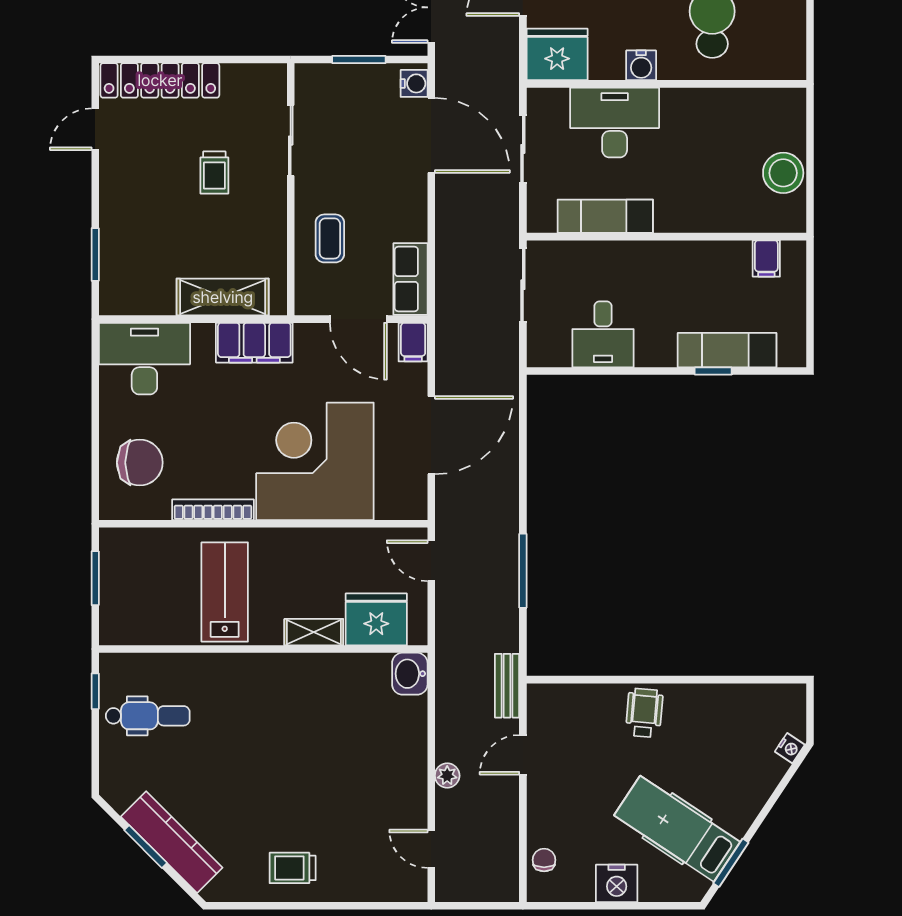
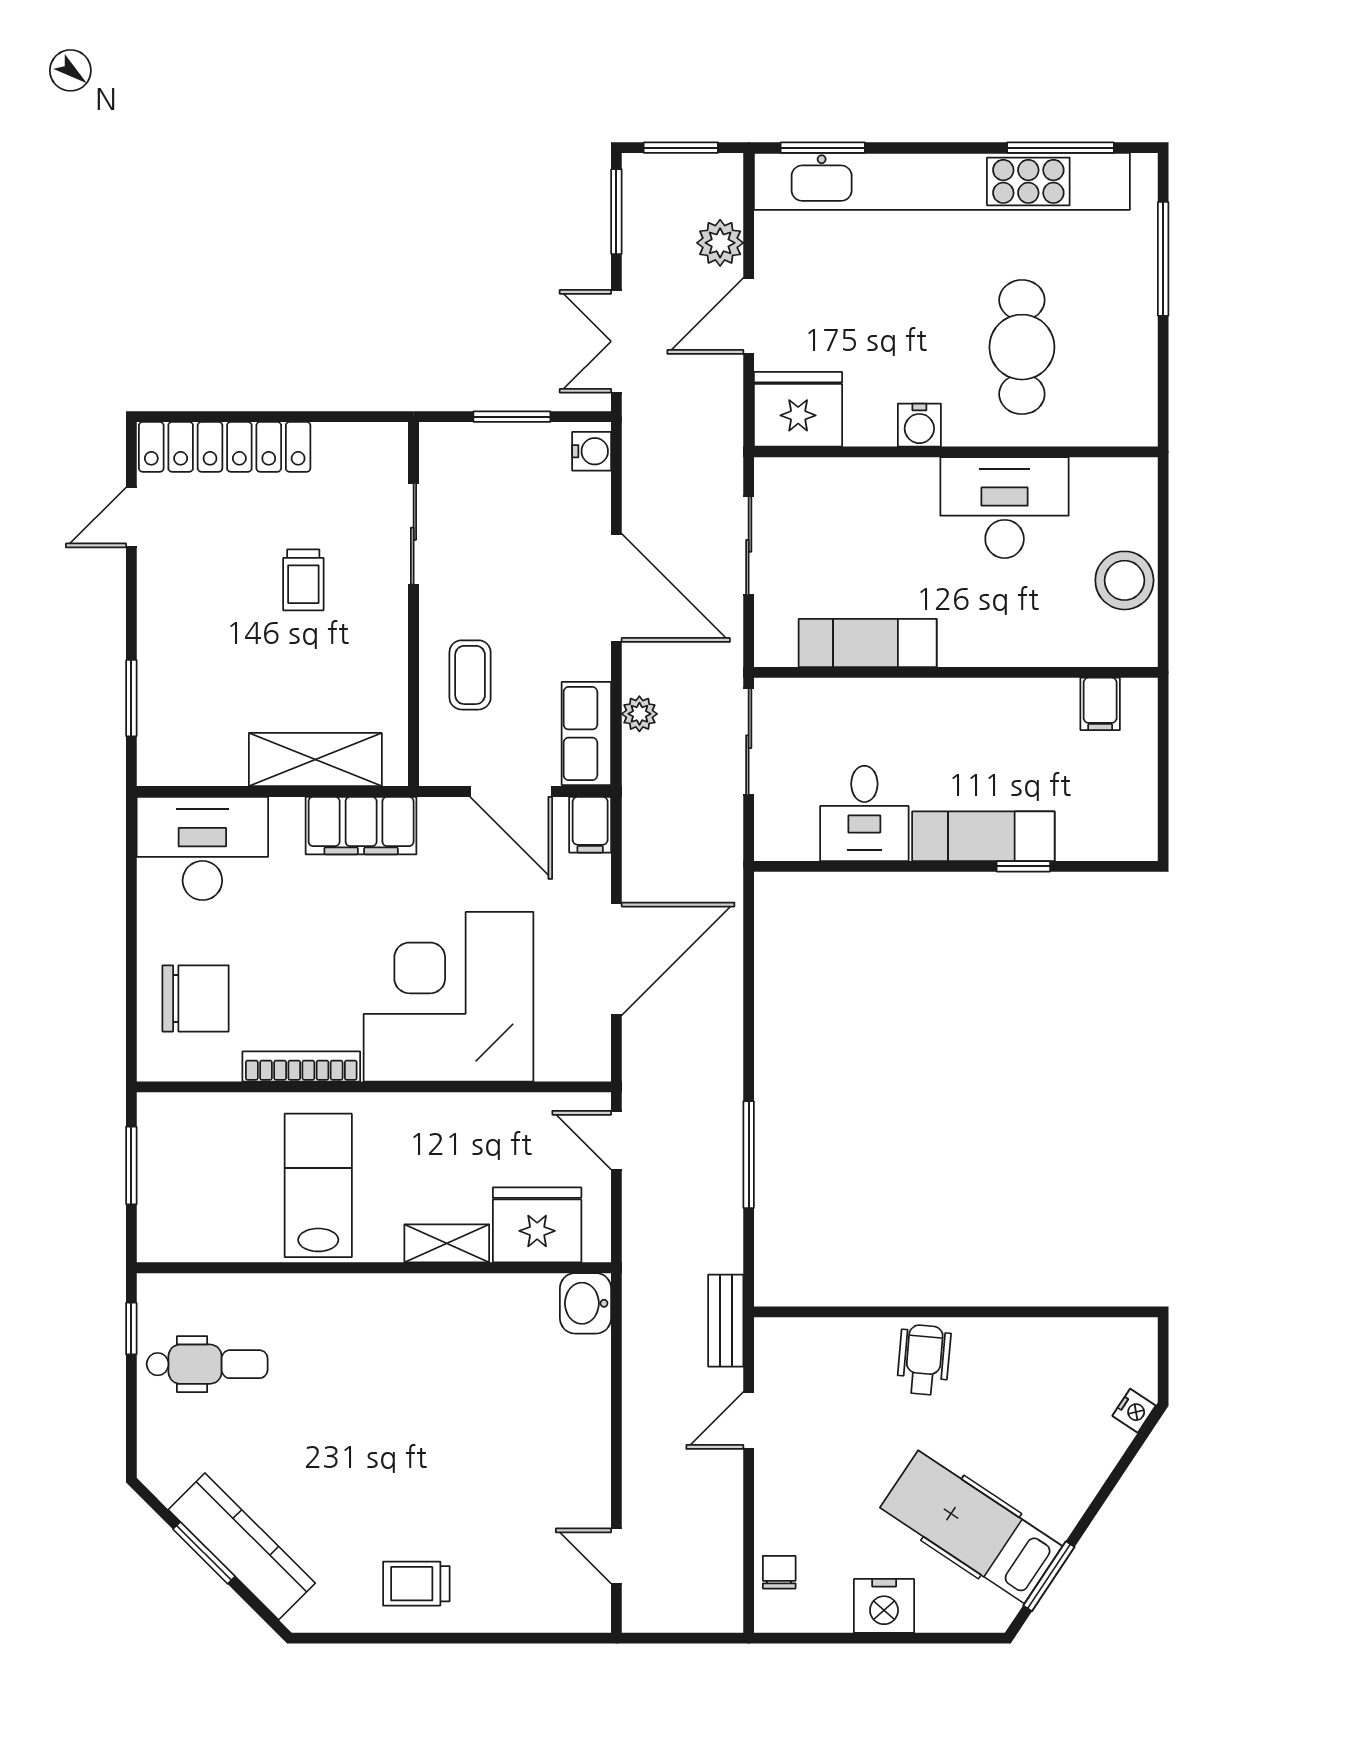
desk: (615, 123) -> (1005, 508), moved
door: (431, 135) -> (616, 588), moved
exam couch: (727, 350) -> (983, 836), moved
plant: (447, 776) -> (639, 714), moved

